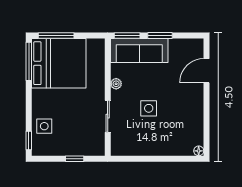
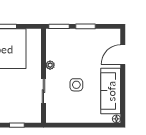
sofa: (139, 50) -> (111, 91), moved, turned 90

